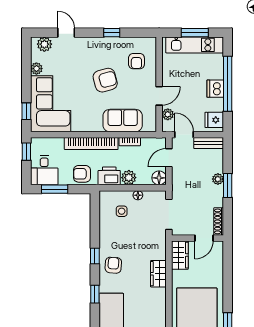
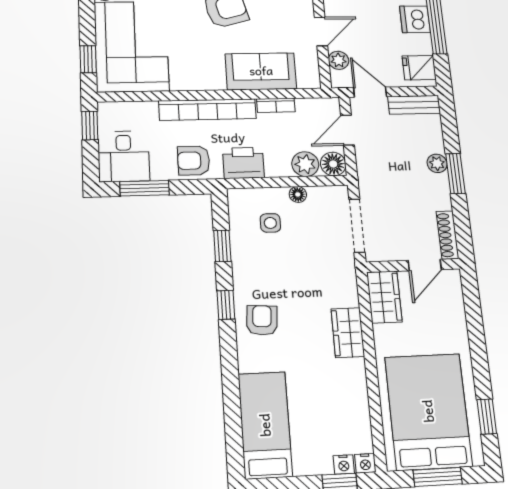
plant: (129, 178) -> (305, 164), moved
window: (95, 294) -> (222, 246), moved

